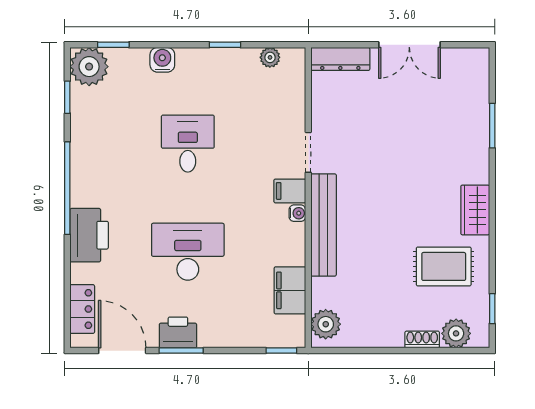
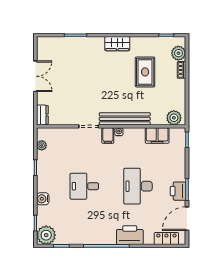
dresser: (340, 59) -> (42, 115), width x0.70
rug: (444, 266) -> (145, 72), moved

